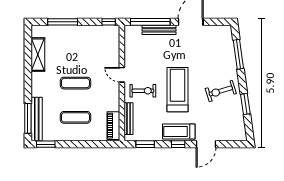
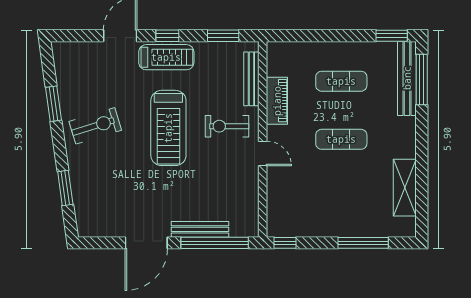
window: (238, 54) -> (65, 188), width x0.69
piano: (113, 126) -> (277, 101), moved

